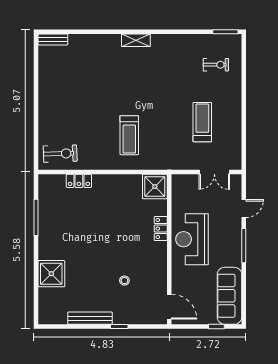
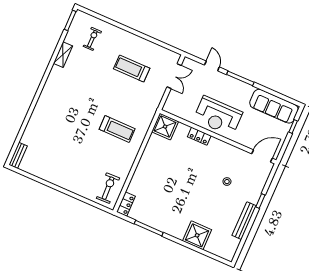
shelving: (136, 40) -> (63, 55), moved
locker: (79, 181) -> (126, 204), moved

